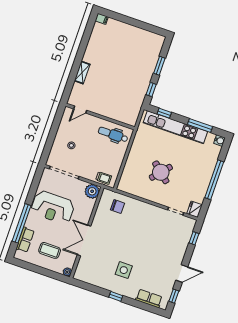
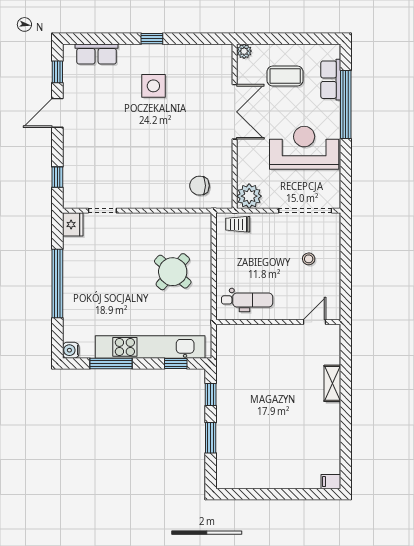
round table: (161, 172) -> (173, 272), moved

